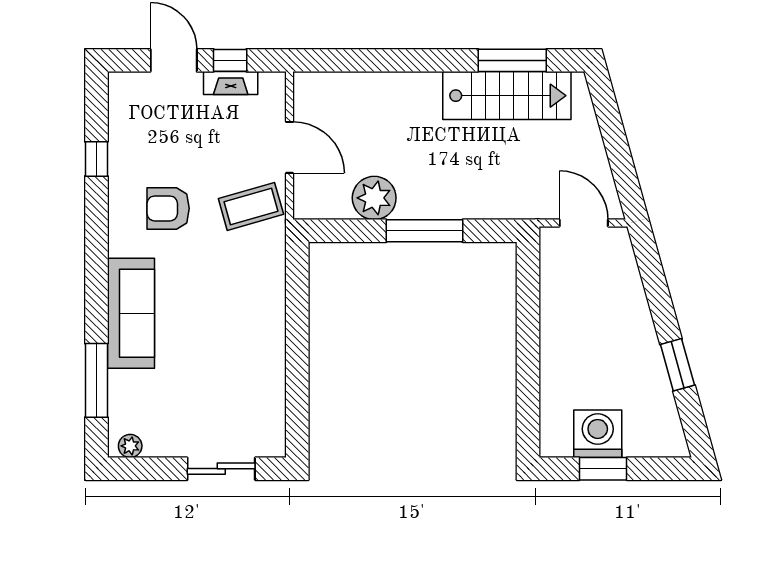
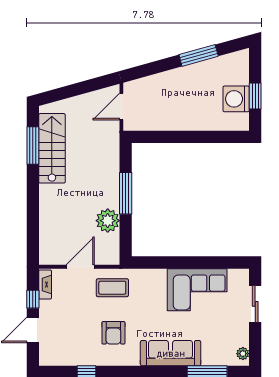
fireplace: (231, 83) -> (45, 284), moved
coffee table: (251, 206) -> (112, 288), turned -74
corner sofa: (247, 362) -> (197, 290), added
window: (677, 365) -> (199, 55), width x1.44

